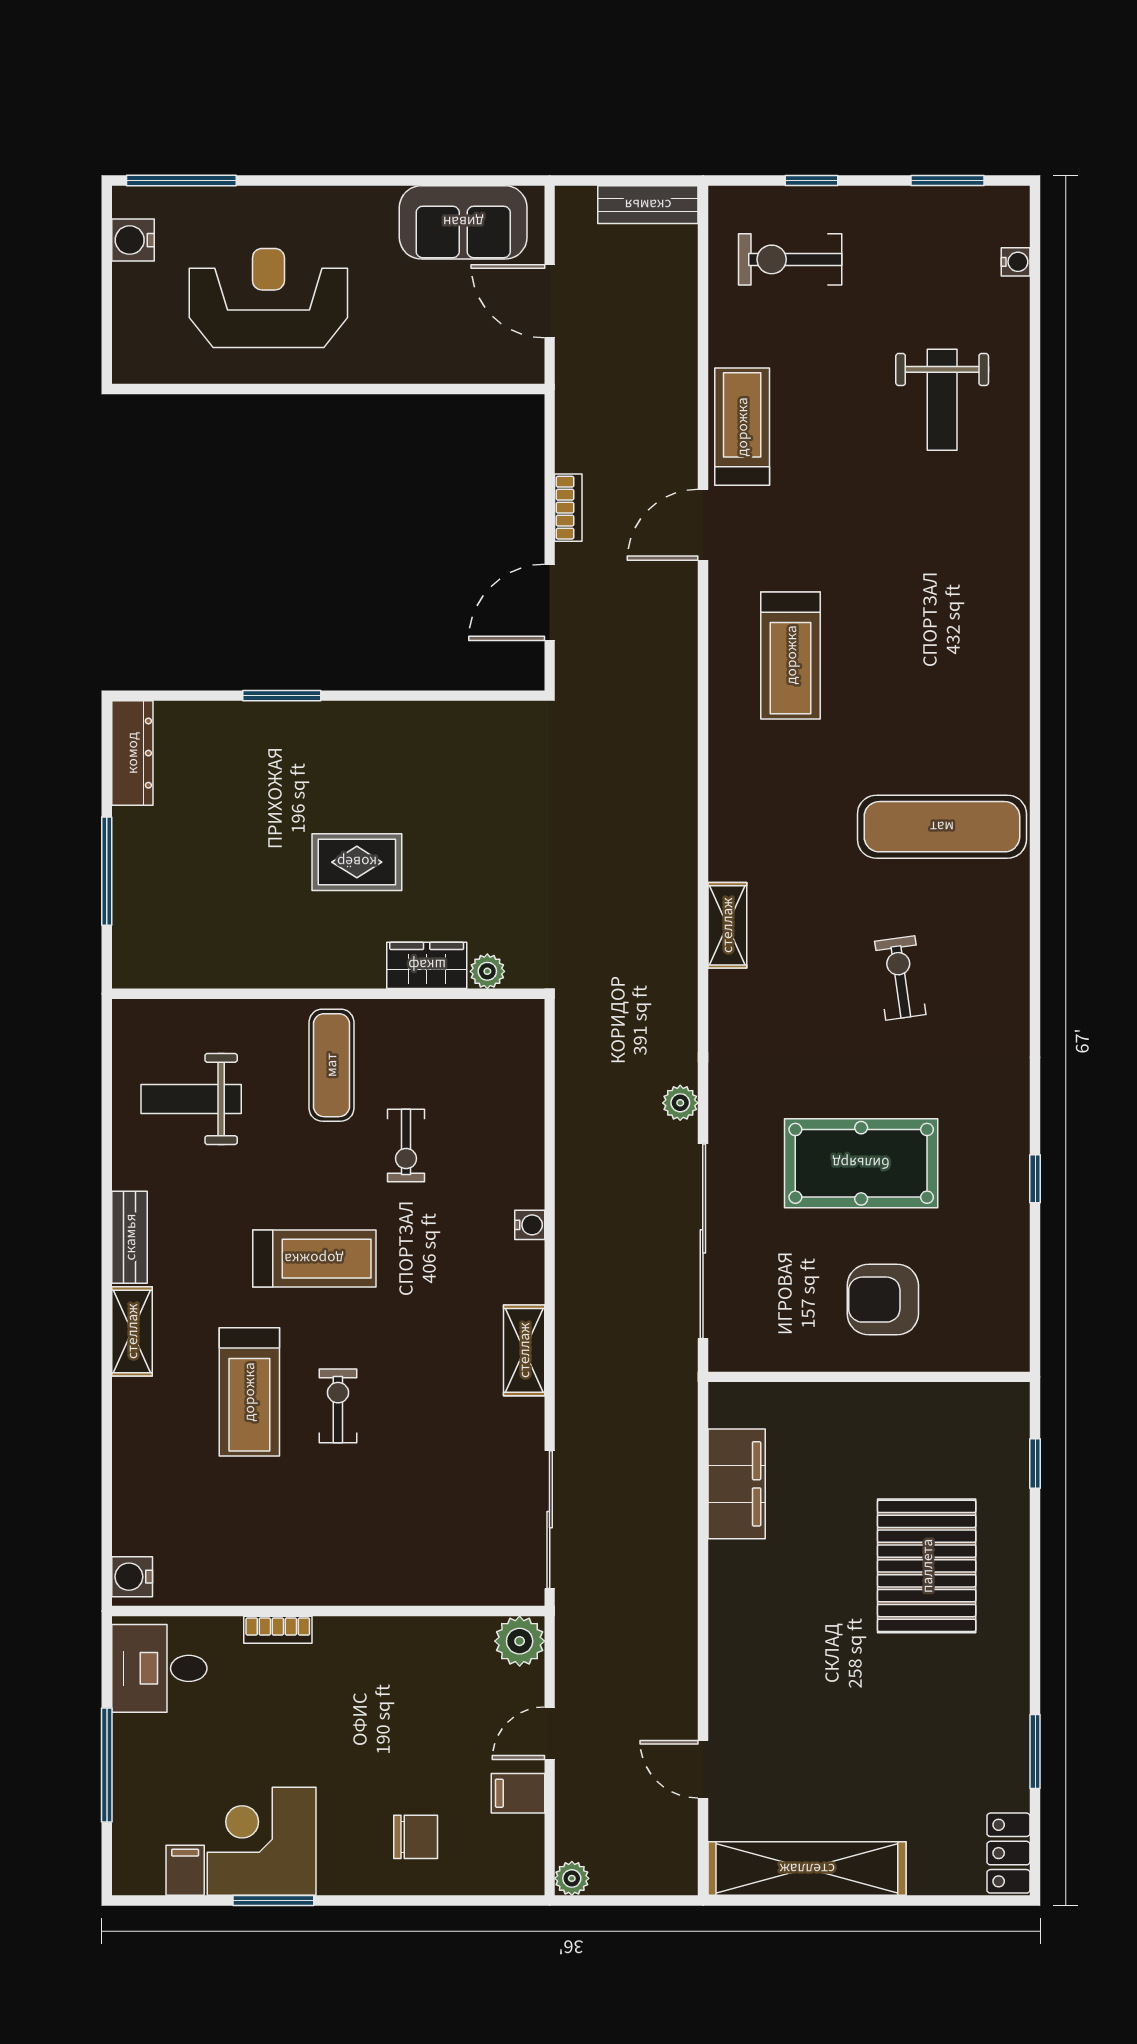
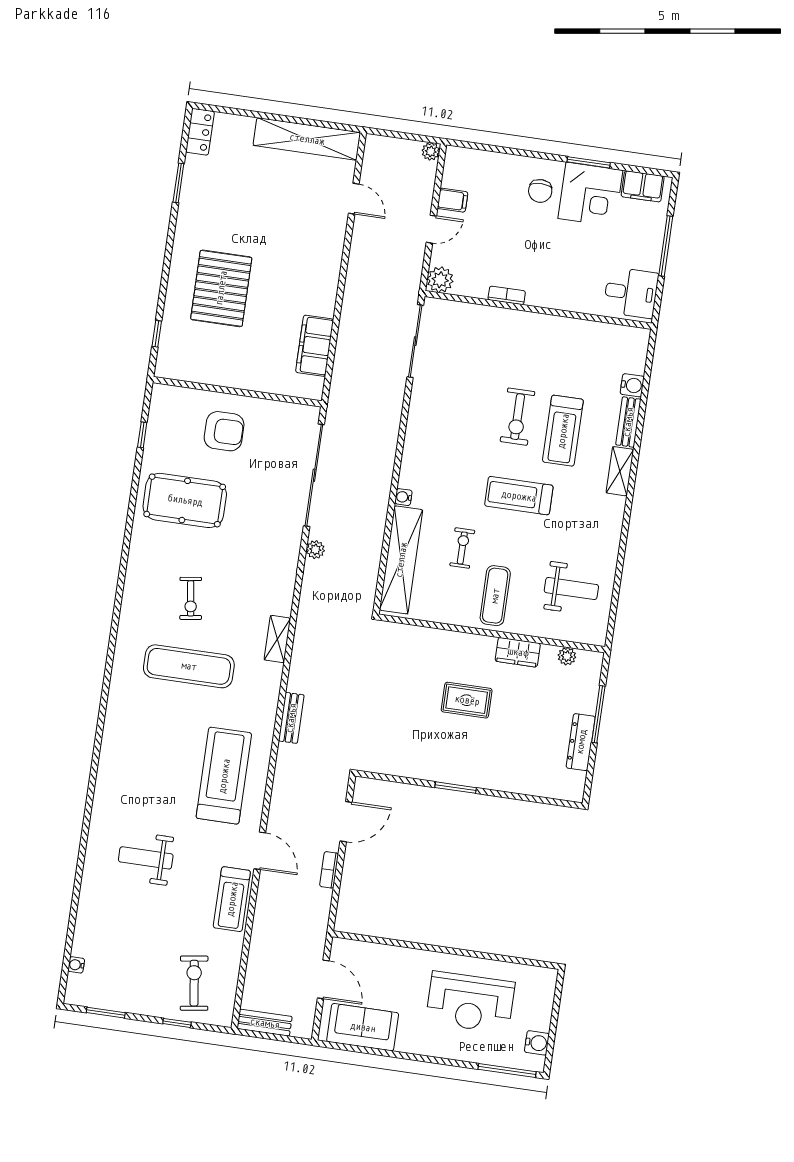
exercise bike: (790, 259) -> (194, 983), turned -98
weight bench: (942, 400) -> (146, 858), moved, turned -90
door: (703, 525) -> (260, 851), hinge flipped
treadmill: (791, 655) -> (224, 776), width x1.37, depth x1.38
window: (282, 696) -> (456, 788), moved
dresser: (132, 753) -> (581, 742), moved
bench: (680, 782) -> (291, 718), added
exercise mat: (942, 827) -> (189, 666), moved
wardrobe: (427, 965) -> (518, 652), moved
plant: (487, 971) -> (567, 656), moved
pool table: (861, 1163) -> (185, 500), moved
window: (1035, 1179) -> (142, 435), moved
bench: (130, 1237) -> (628, 422), moved
shelving: (524, 1350) -> (401, 560), moved, width x2.20, depth x1.33
treadmill: (249, 1392) -> (563, 431), turned 180
exercise bike: (338, 1406) -> (518, 417), width x1.38, depth x1.39
water cooler: (132, 1577) -> (632, 385), moved
bookcase: (278, 1630) -> (507, 295), moved
chair: (416, 1837) -> (540, 191), moved, turned -90
filing cabinet: (185, 1870) -> (643, 186), width x2.00

